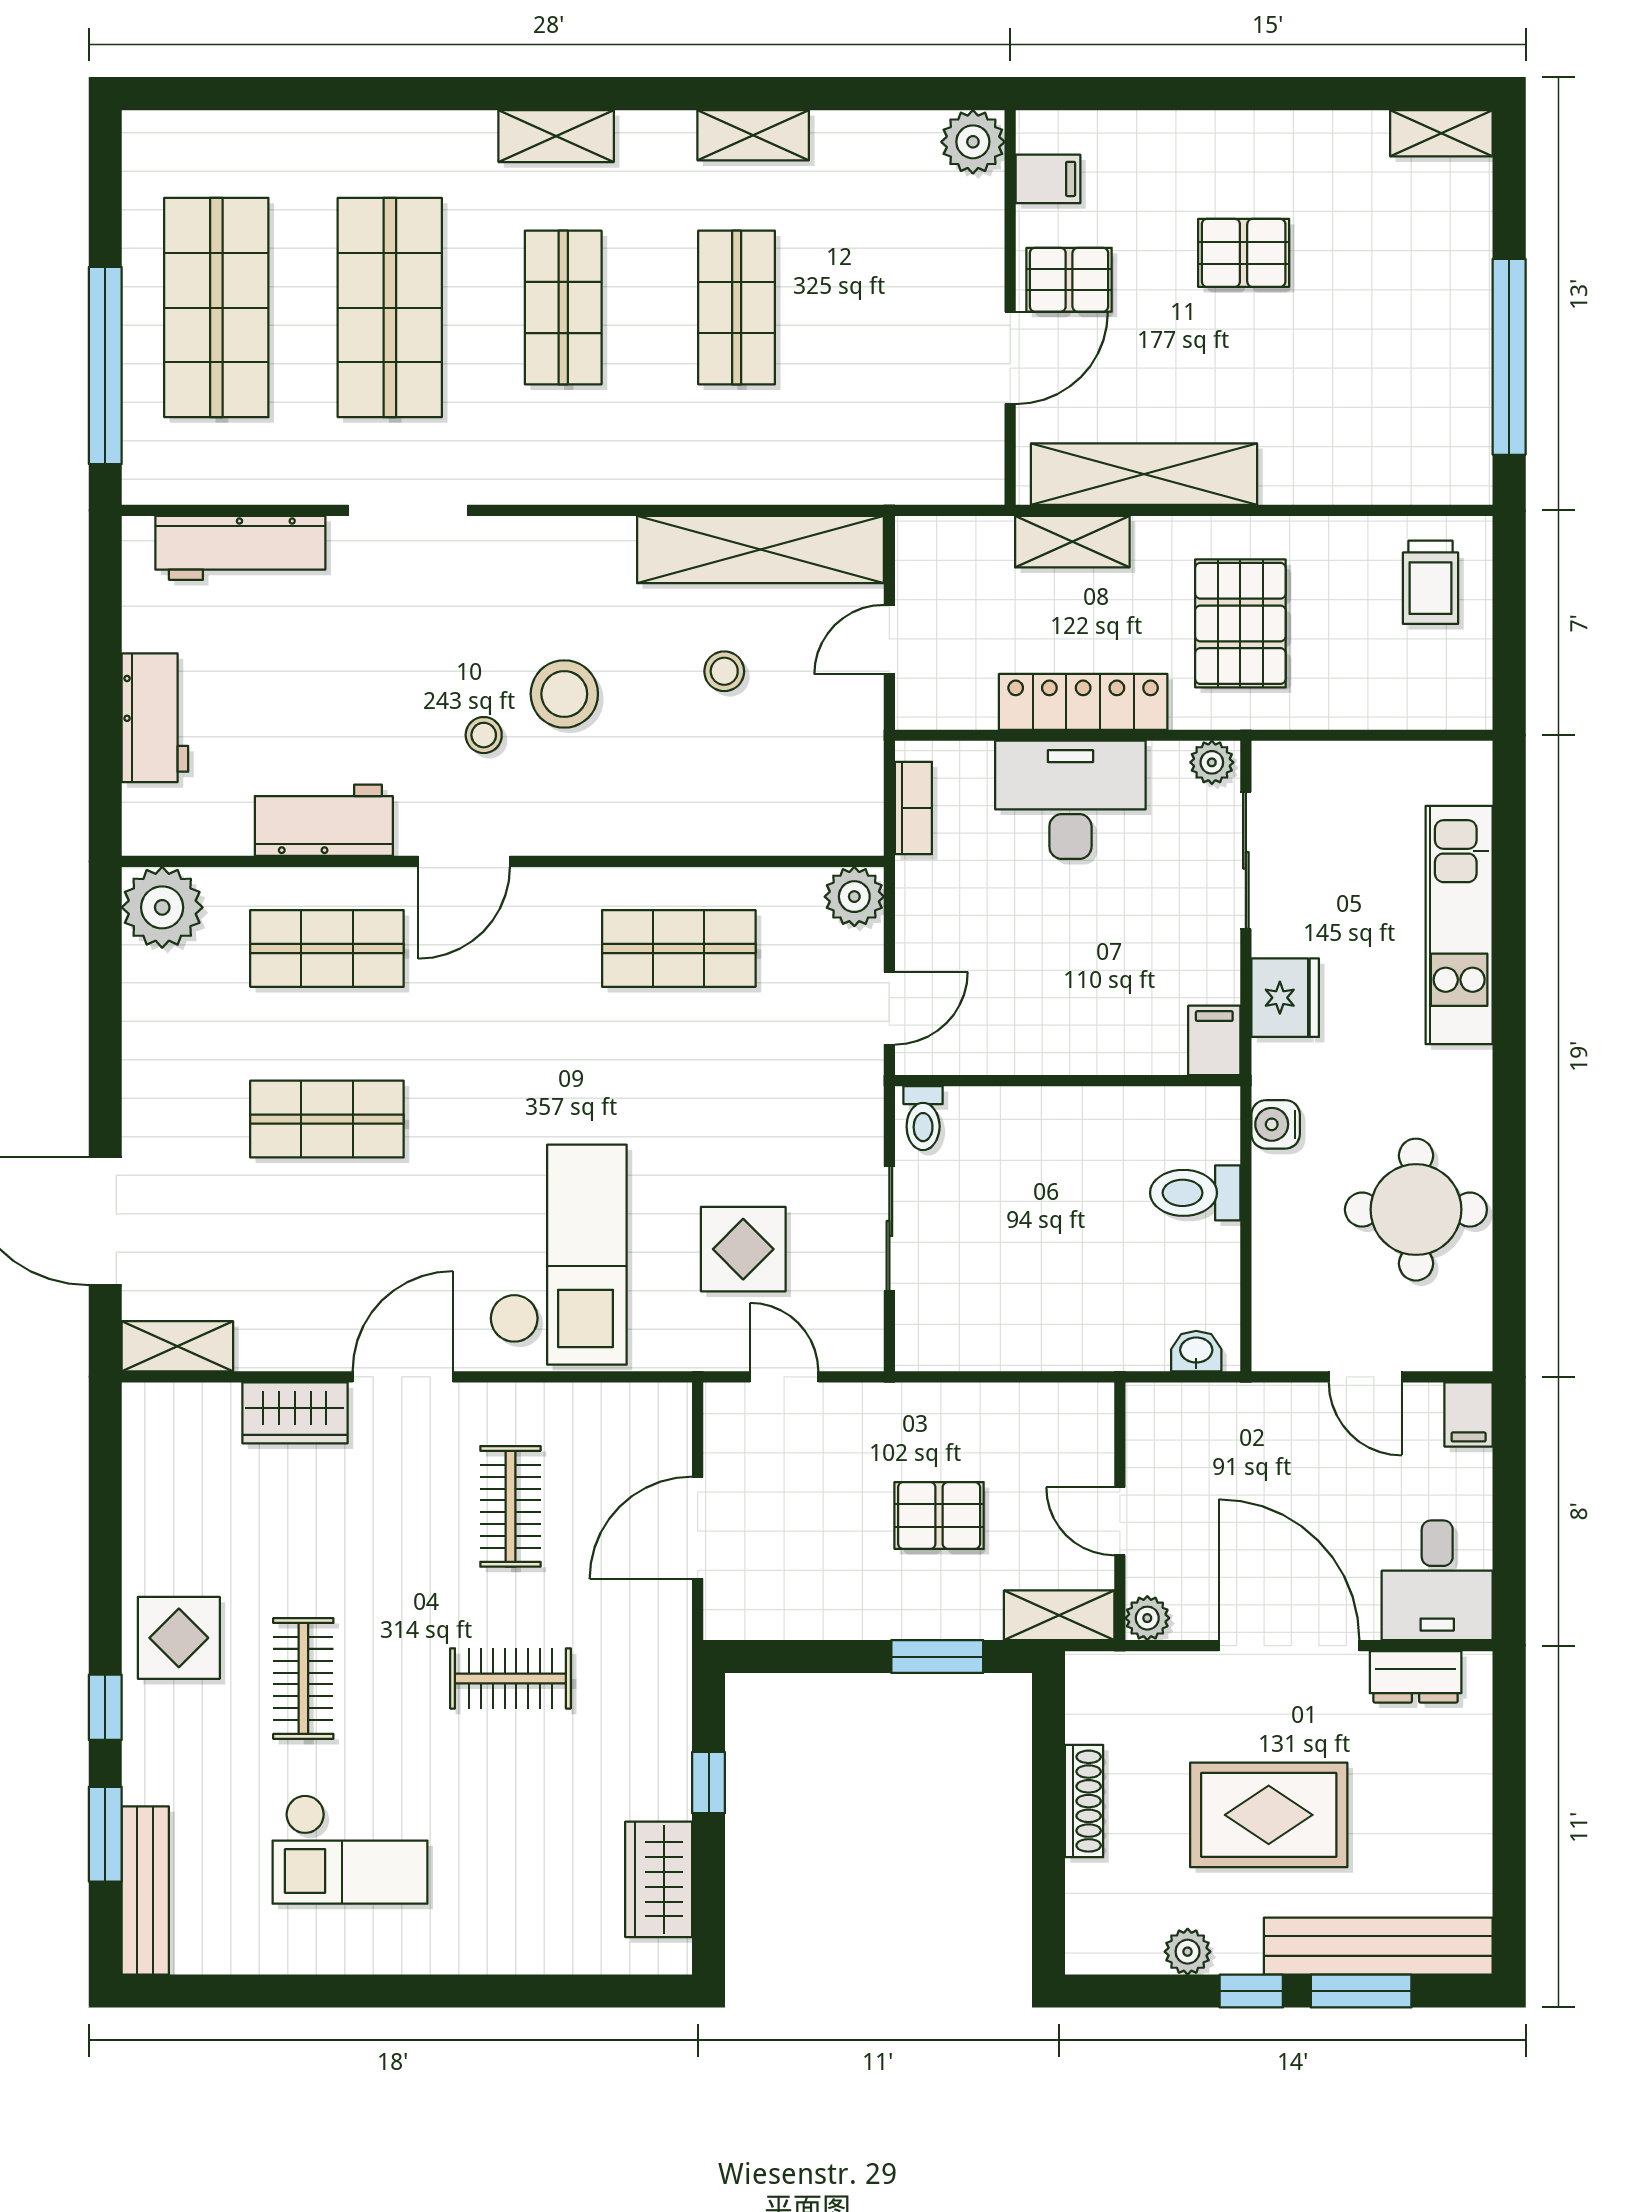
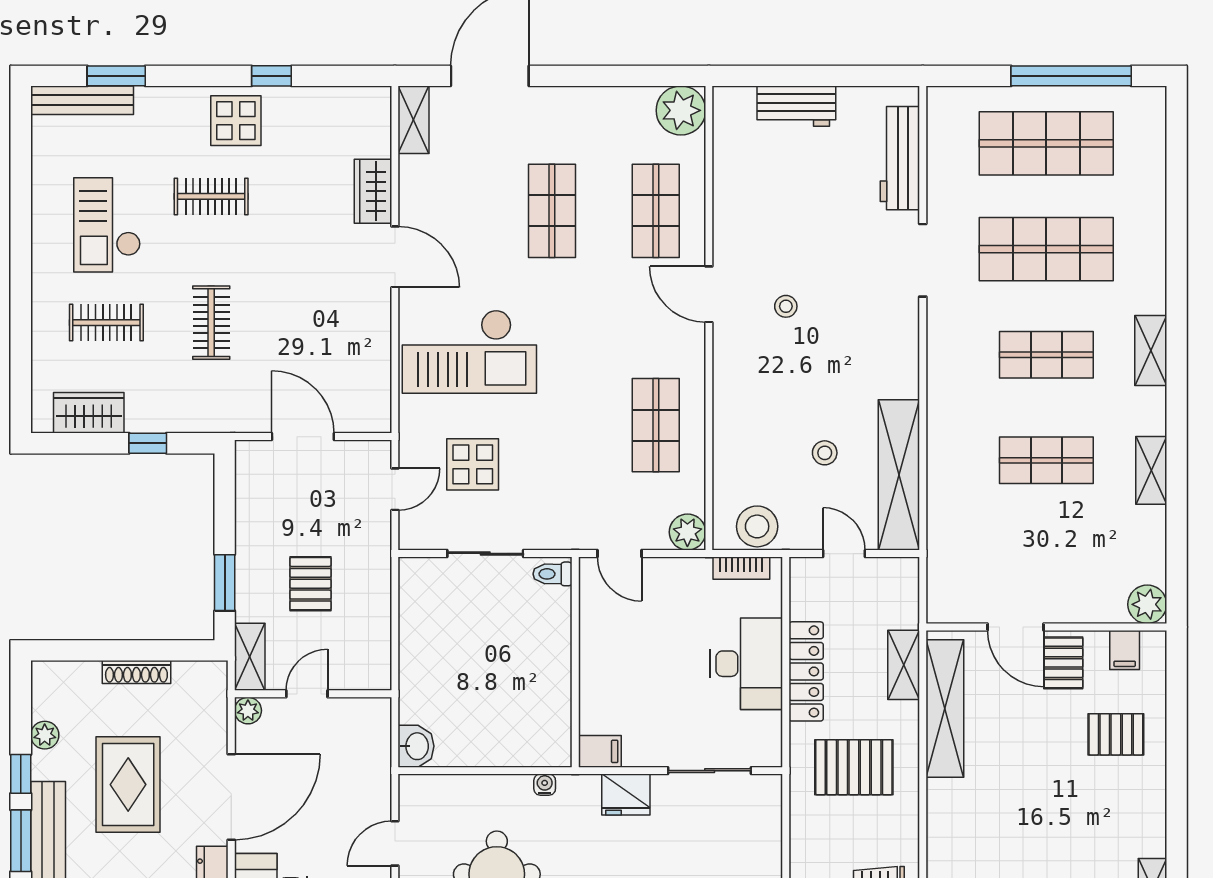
pallet: (1244, 253) -> (1116, 734), moved, turned 90
window: (105, 366) -> (1071, 76), moved
stool: (564, 694) -> (757, 526), moved
plant: (1212, 762) -> (769, 750), removed
workbench: (324, 820) -> (734, 209), removed
water cooler: (1276, 1124) -> (545, 785), width x0.72, depth x0.72
toilet: (1195, 1193) -> (507, 740), removed
washbasin: (1196, 1351) -> (416, 746), width x1.38, depth x1.45
clothes rail: (510, 1506) -> (106, 323), moved
window: (105, 1707) -> (271, 76), moved

